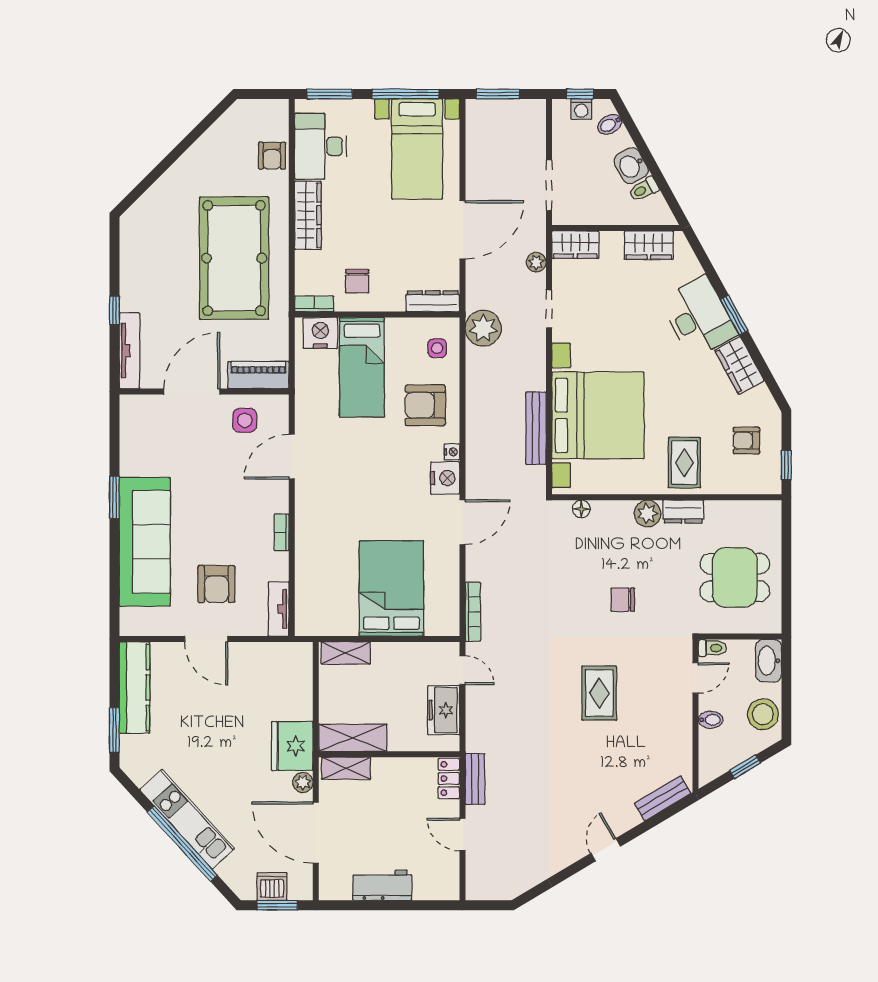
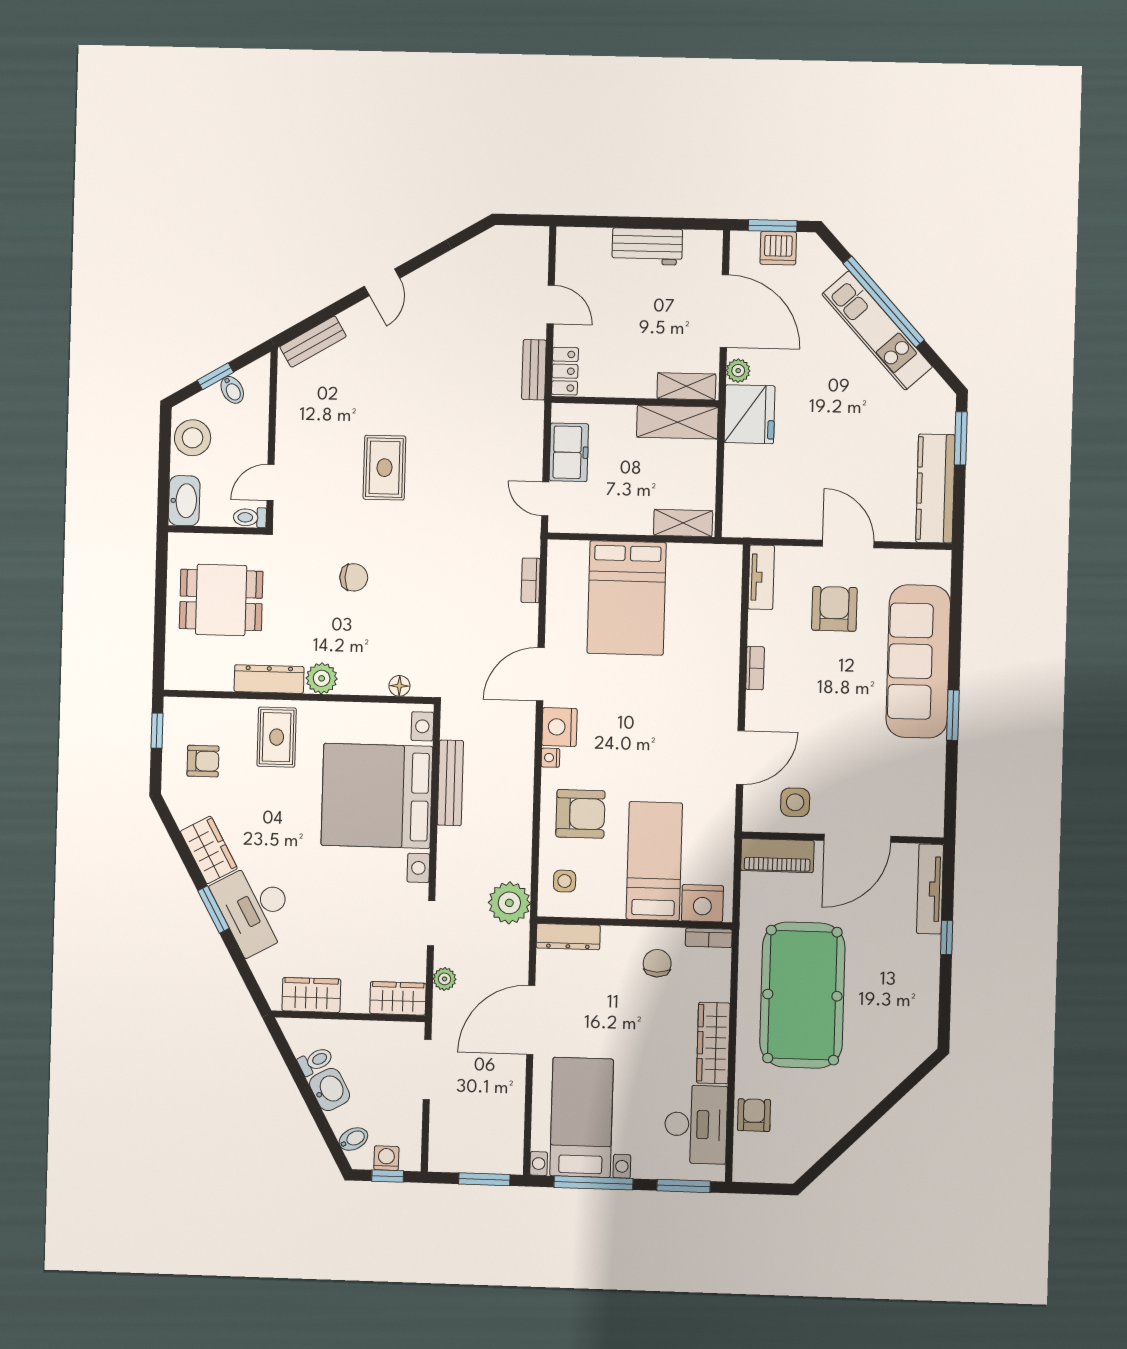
dresser: (683, 512) -> (269, 679), width x1.44
bookcase: (473, 612) -> (531, 580), width x0.64
bidet: (711, 720) -> (232, 390), moved, turned -121

